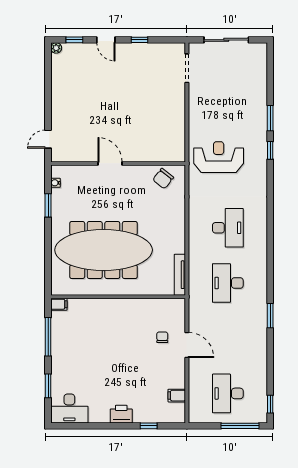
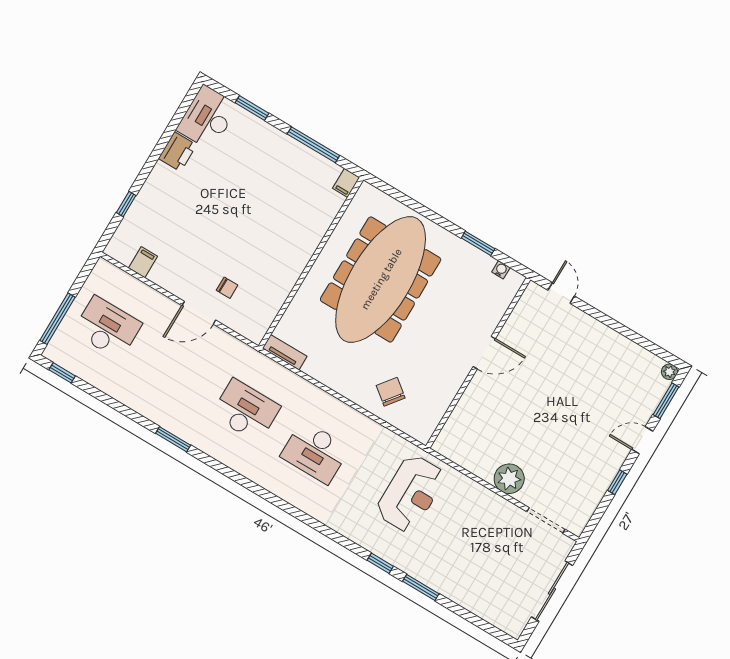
window: (74, 40) -> (666, 401), width x1.50
plant: (175, 104) -> (509, 479), added
chair: (163, 179) -> (391, 392), moved
tv unit: (180, 275) -> (285, 352), width x0.71
printer: (121, 414) -> (177, 152), moved

